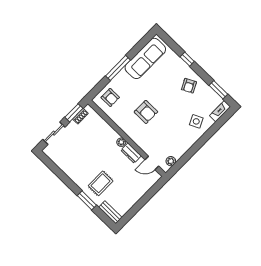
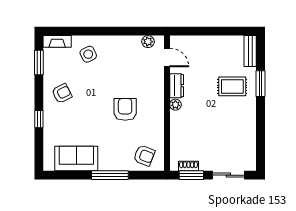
sofa: (145, 58) -> (76, 158), width x0.73
armchair: (110, 97) -> (144, 155), turned 111

